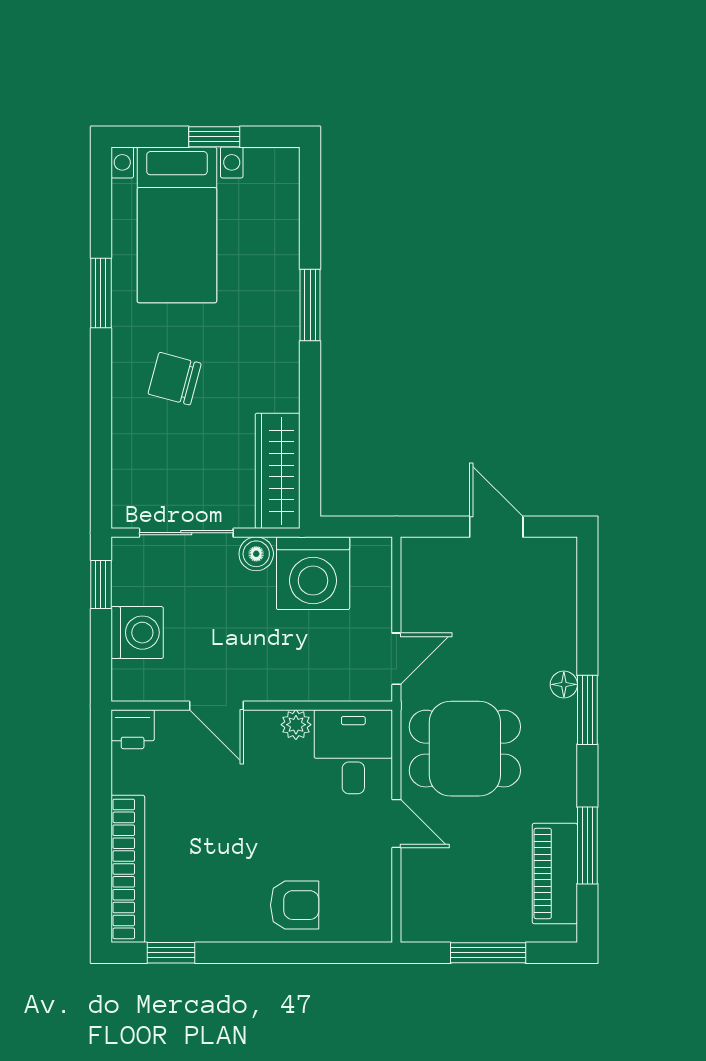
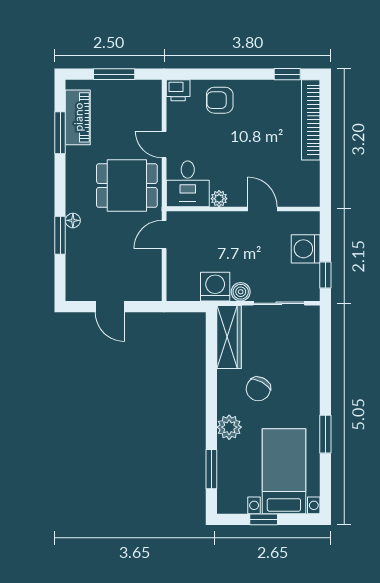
window: (310, 305) -> (211, 469), moved
plant: (277, 306) -> (229, 427), added
chair: (175, 379) -> (258, 389), moved, turned 104
washing machine: (313, 573) -> (215, 287), width x0.73, depth x0.73
window: (587, 710) -> (60, 235), moved
printer: (133, 729) -> (178, 90), moved, turned 180

